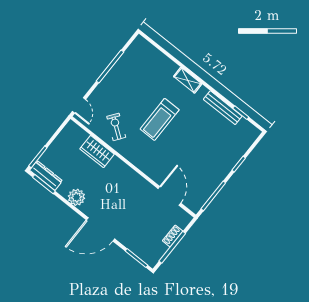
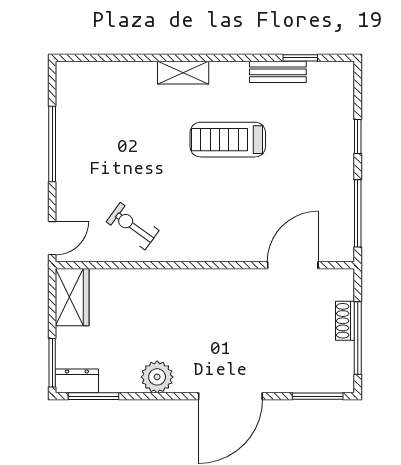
door: (79, 105) -> (52, 238), hinge flipped
bench: (223, 108) -> (278, 72), width x0.73
treadmill: (160, 119) -> (228, 140), moved, turned 90
wardrobe: (97, 152) -> (72, 297), moved, turned -90
dresser: (46, 176) -> (77, 381), width x0.70
door: (169, 196) -> (293, 265), hinge flipped

